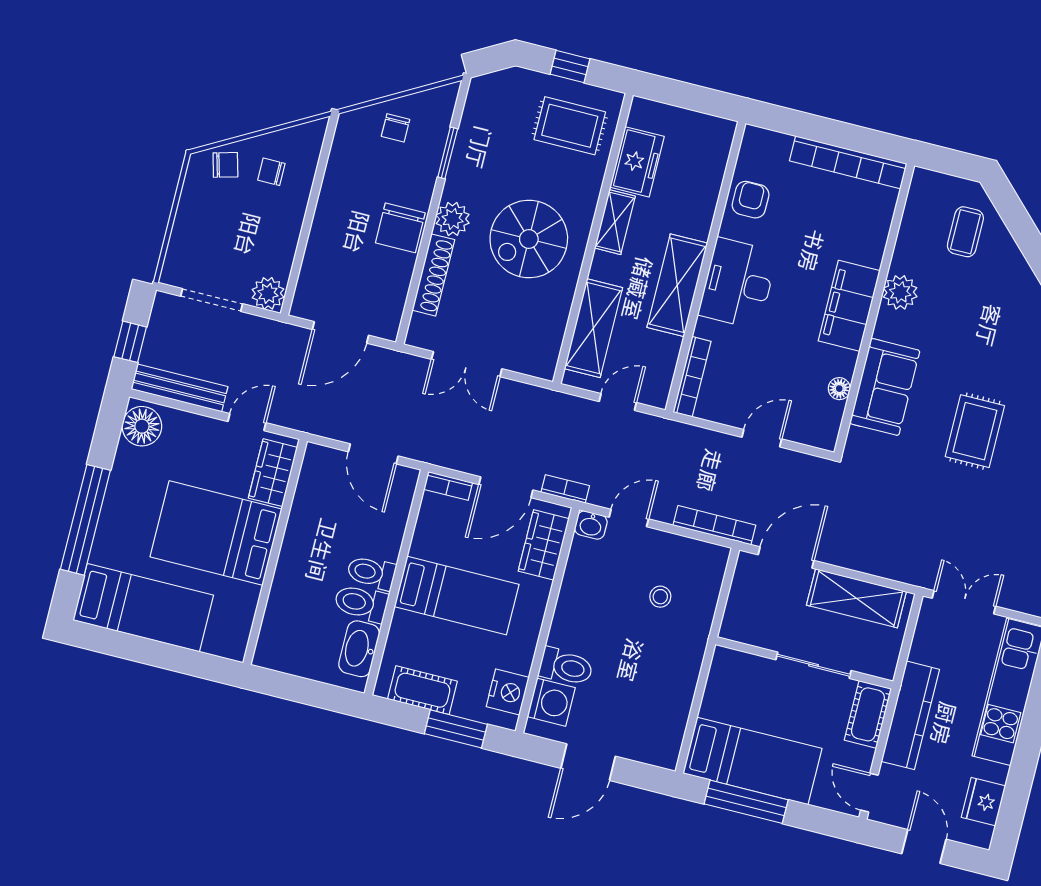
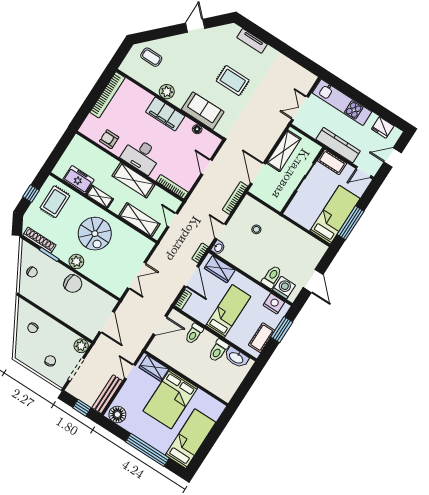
chair: (225, 165) -> (50, 361), moved
shoe rack: (433, 275) -> (39, 240), moved
toilet: (371, 573) -> (194, 334), moved

